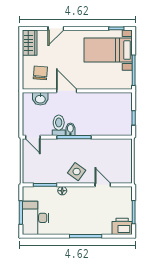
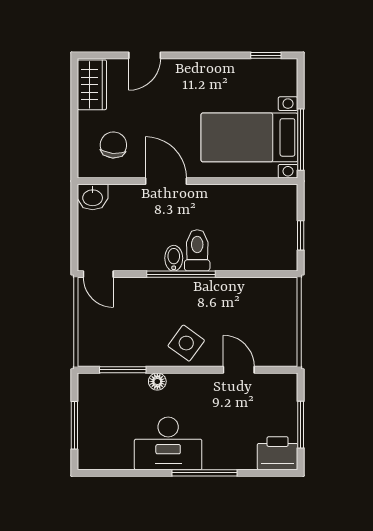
bed with nightstands: (108, 50) -> (249, 137), moved
washbasin: (40, 99) -> (93, 197), moved
toilet: (59, 125) -> (197, 250), moved
desk: (36, 218) -> (168, 443), moved, turned -90

